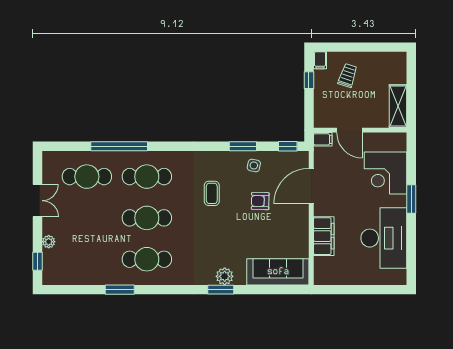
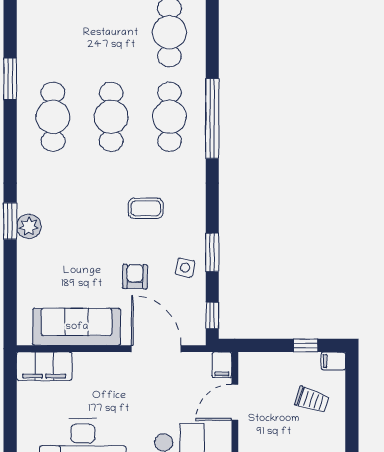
window: (119, 146) -> (212, 119), moved
filing cabinet: (324, 236) -> (44, 366), moved
sofa: (278, 272) -> (77, 327), moved, turned -90

